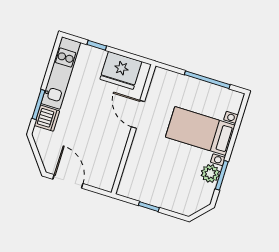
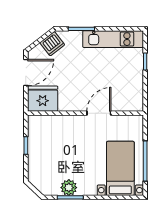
fridge: (121, 70) -> (43, 99), moved, turned 90
dishwasher: (47, 118) -> (52, 44), moved, turned -38
bed with nightstands: (200, 131) -> (120, 168), moved

